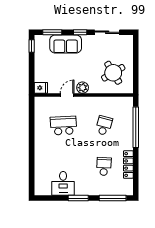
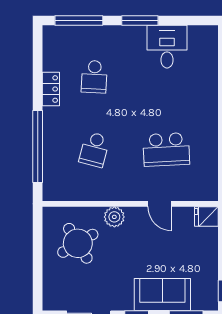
plant: (83, 88) -> (114, 217), moved
door: (67, 95) -> (160, 204), hinge flipped
locker: (128, 165) -> (51, 89), width x0.66

